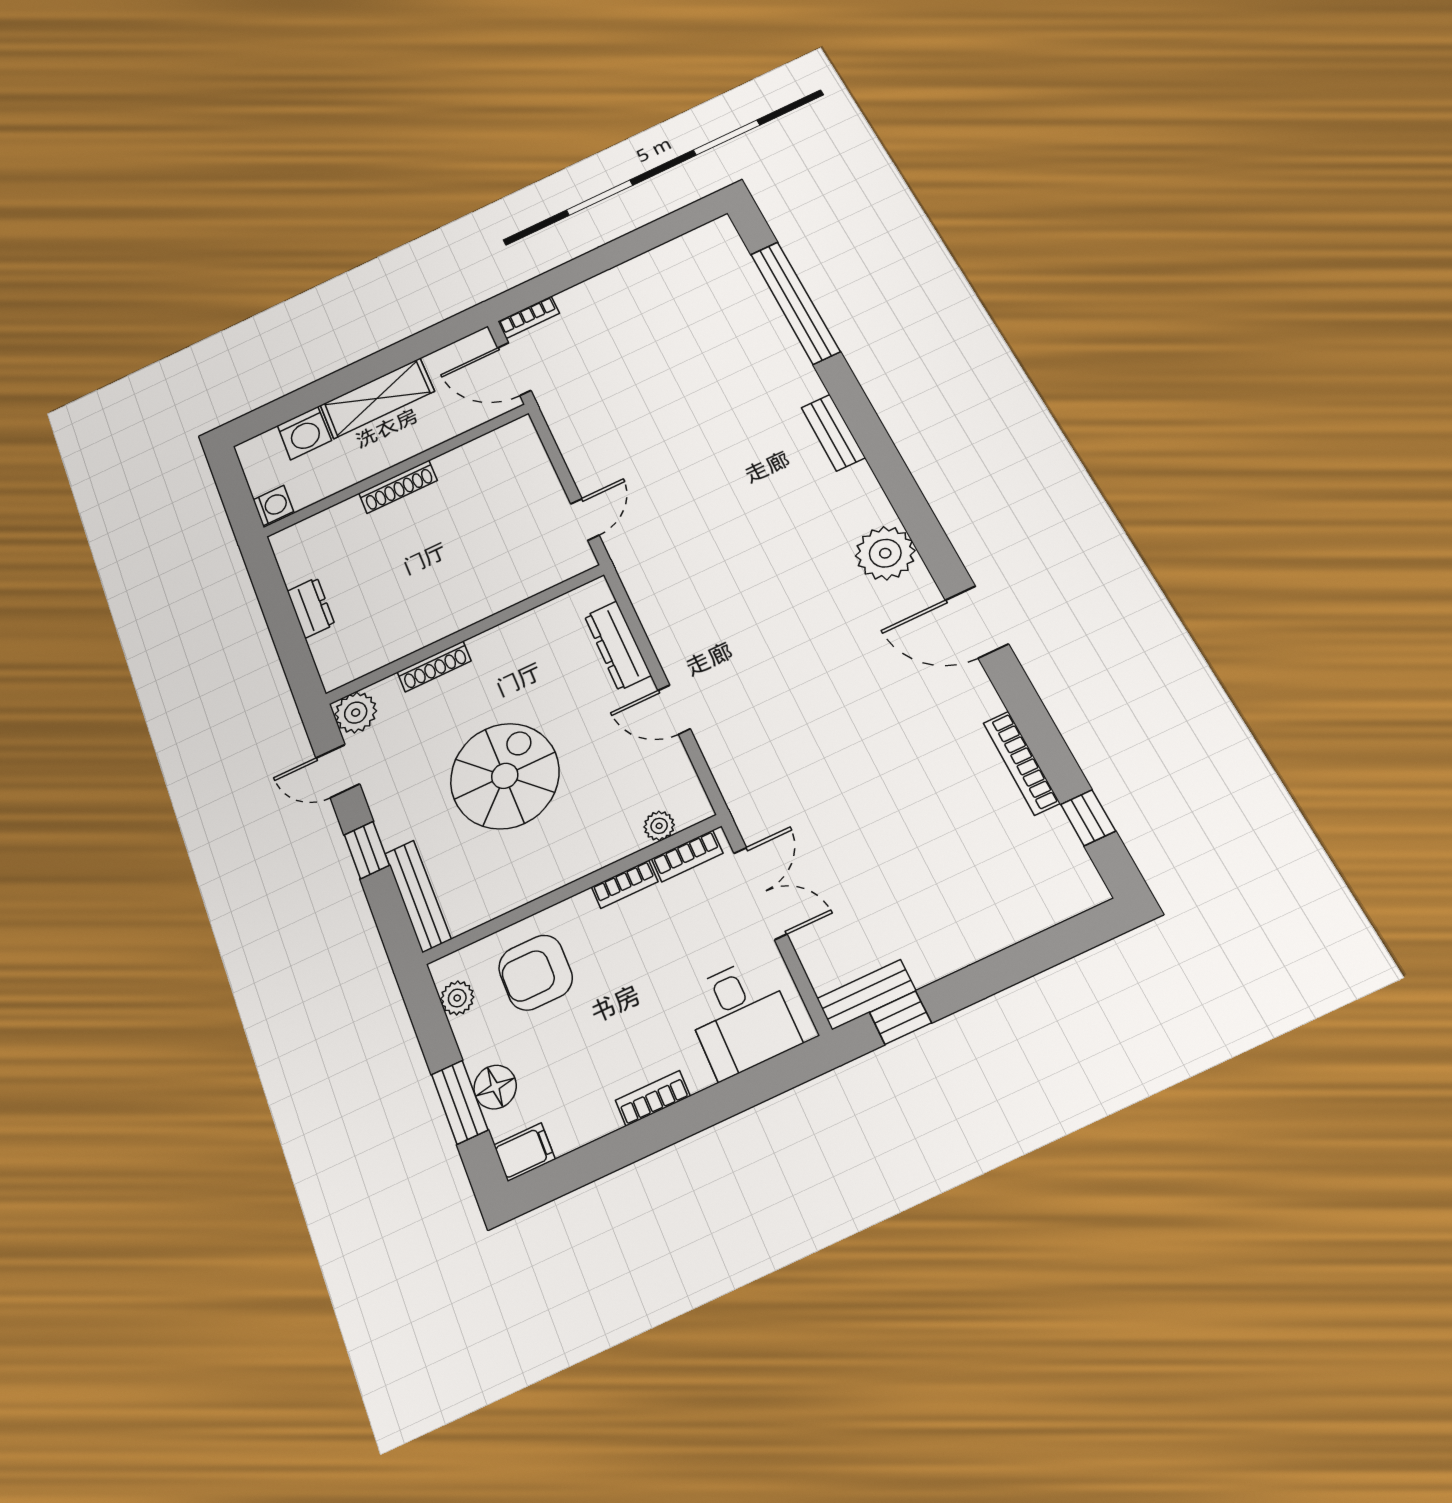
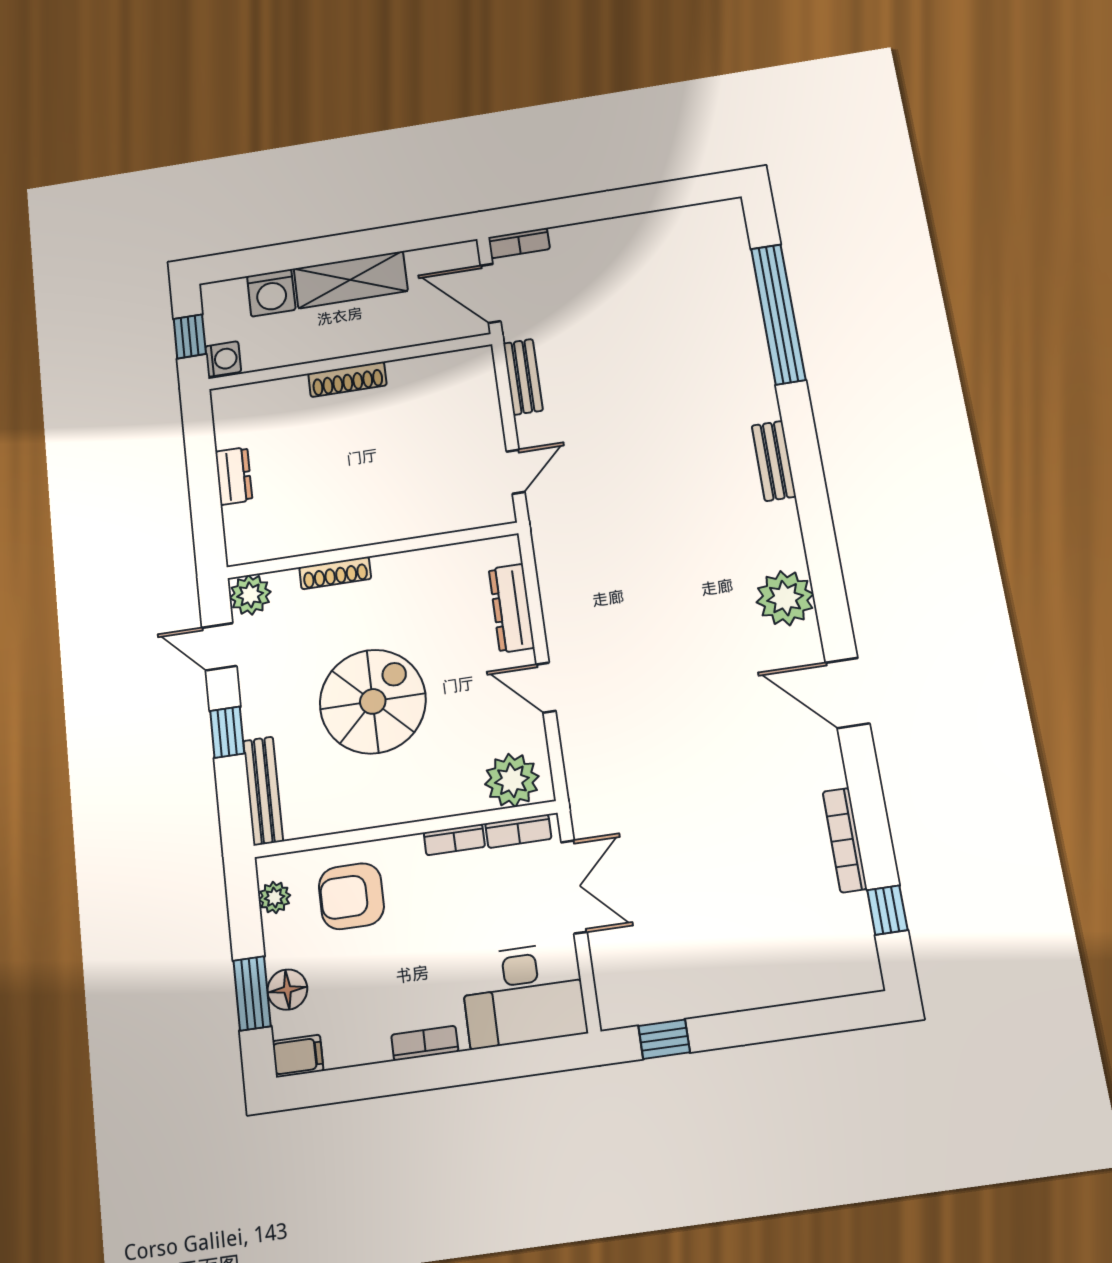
window: (236, 495) -> (190, 336), added
plant: (659, 826) -> (512, 780), width x1.87, depth x1.87
bench: (866, 995) -> (523, 377), moved, turned 90
desk: (741, 1017) -> (523, 995), width x1.37

